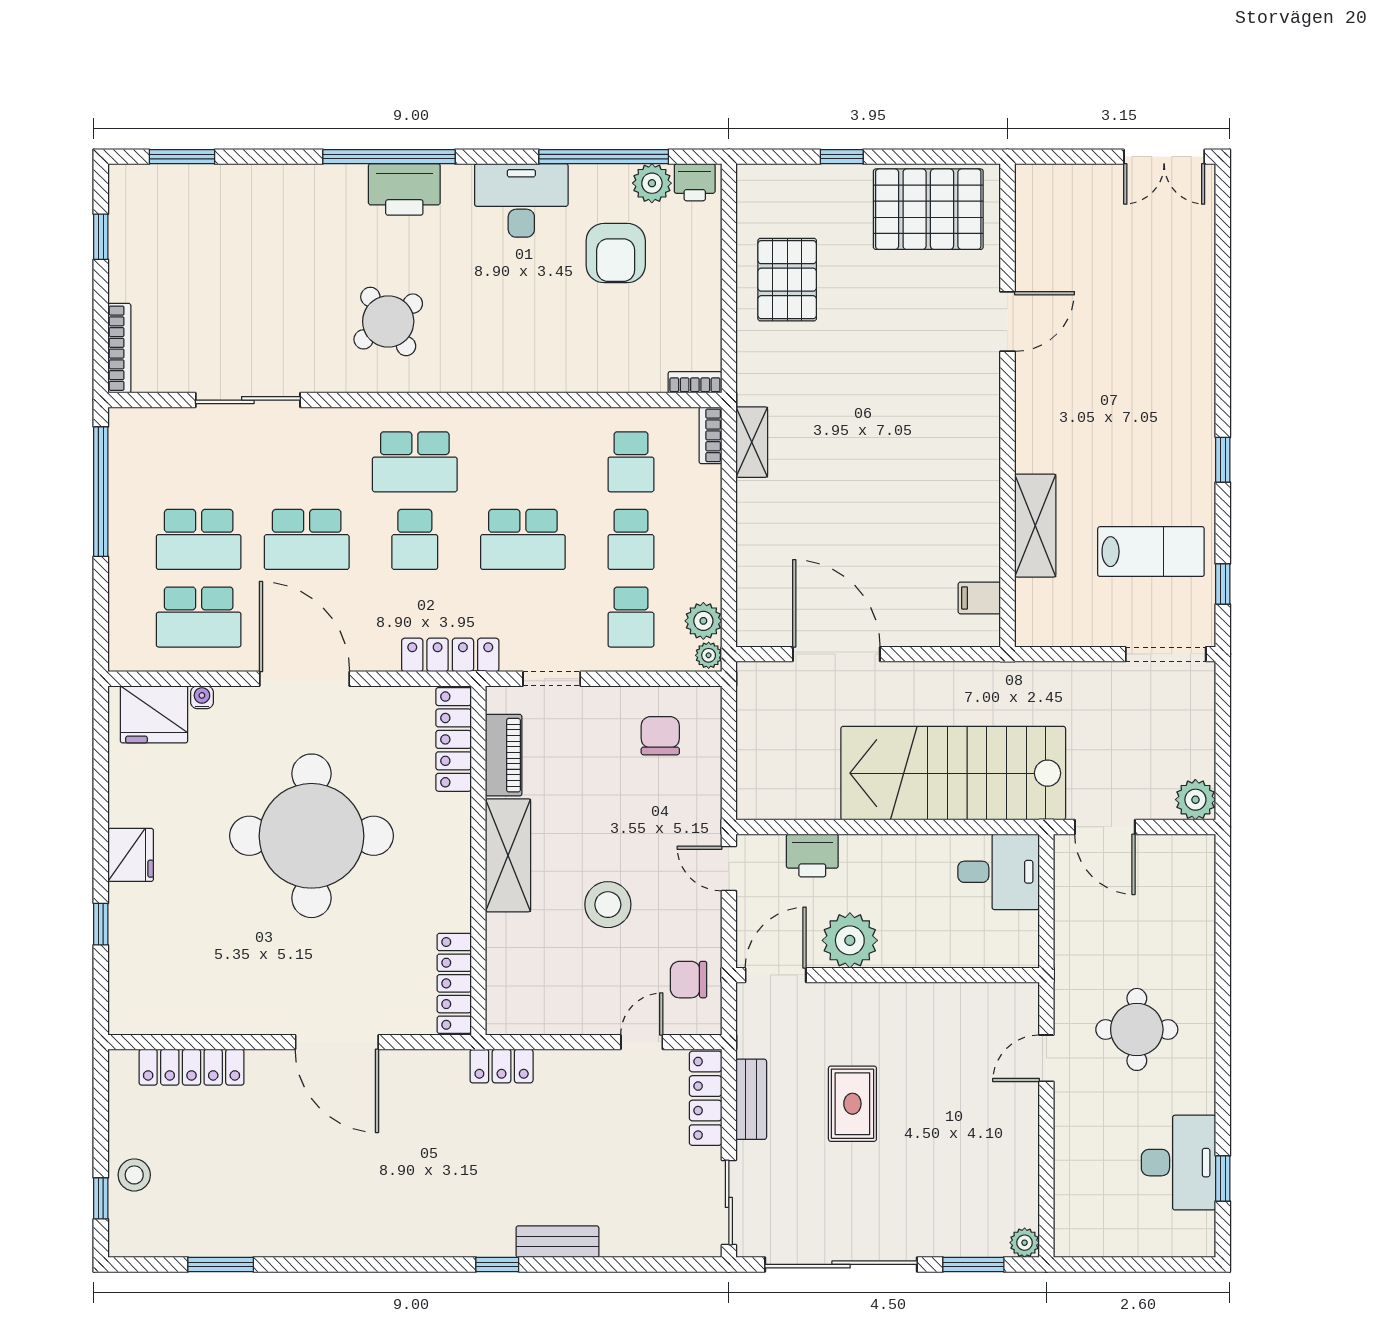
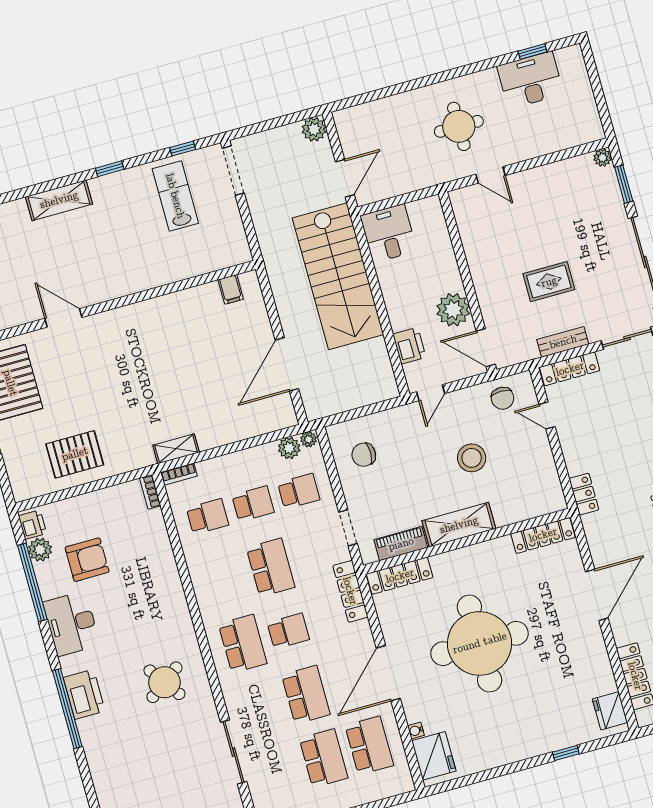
shelving: (1035, 526) -> (59, 200), moved
fridge: (131, 855) -> (610, 711), moved, turned -90

